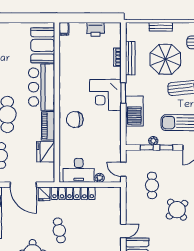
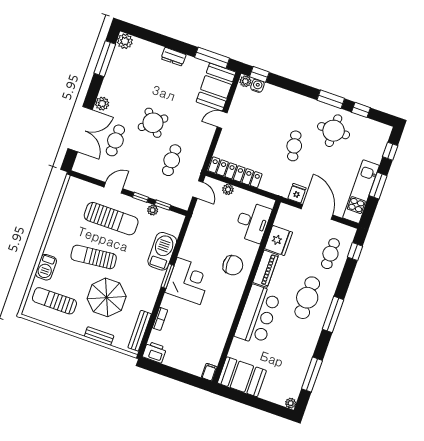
printer: (96, 29) -> (154, 352), moved
booth: (43, 45) -> (242, 377), moved, turned 90
bench: (130, 58) -> (140, 331), moved
desk: (79, 170) -> (253, 222), moved, turned 90
locker: (73, 193) -> (235, 172), moved

